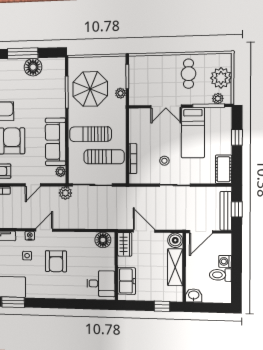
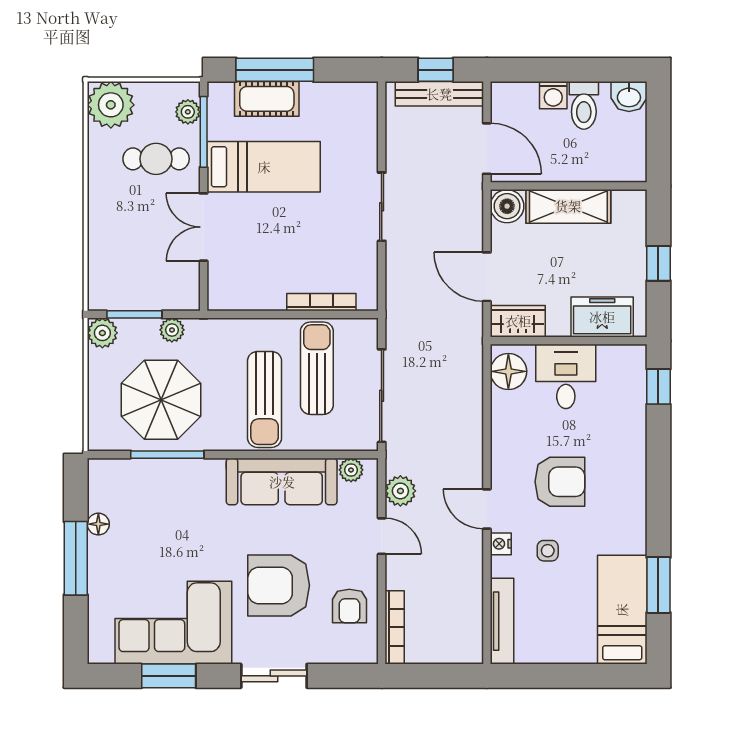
plant: (119, 63) -> (102, 333), added
floor lamp: (33, 67) -> (98, 524), width x0.53, depth x0.53
cafe table: (188, 74) -> (156, 159), moved
plant: (221, 78) -> (111, 105), moved
double door: (166, 106) -> (204, 227), swing flipped
window: (237, 137) -> (275, 70), width x2.17
stool: (164, 161) -> (326, 230), removed
cot: (224, 169) -> (267, 99), moved
plant: (65, 193) -> (400, 491), moved
door: (144, 231) -> (487, 277), hinge flipped
desk: (101, 284) -> (566, 376), moved
washbasin: (194, 295) -> (629, 97), moved, turned -90
window: (97, 304) -> (658, 387), added
window: (162, 306) -> (658, 263), moved

